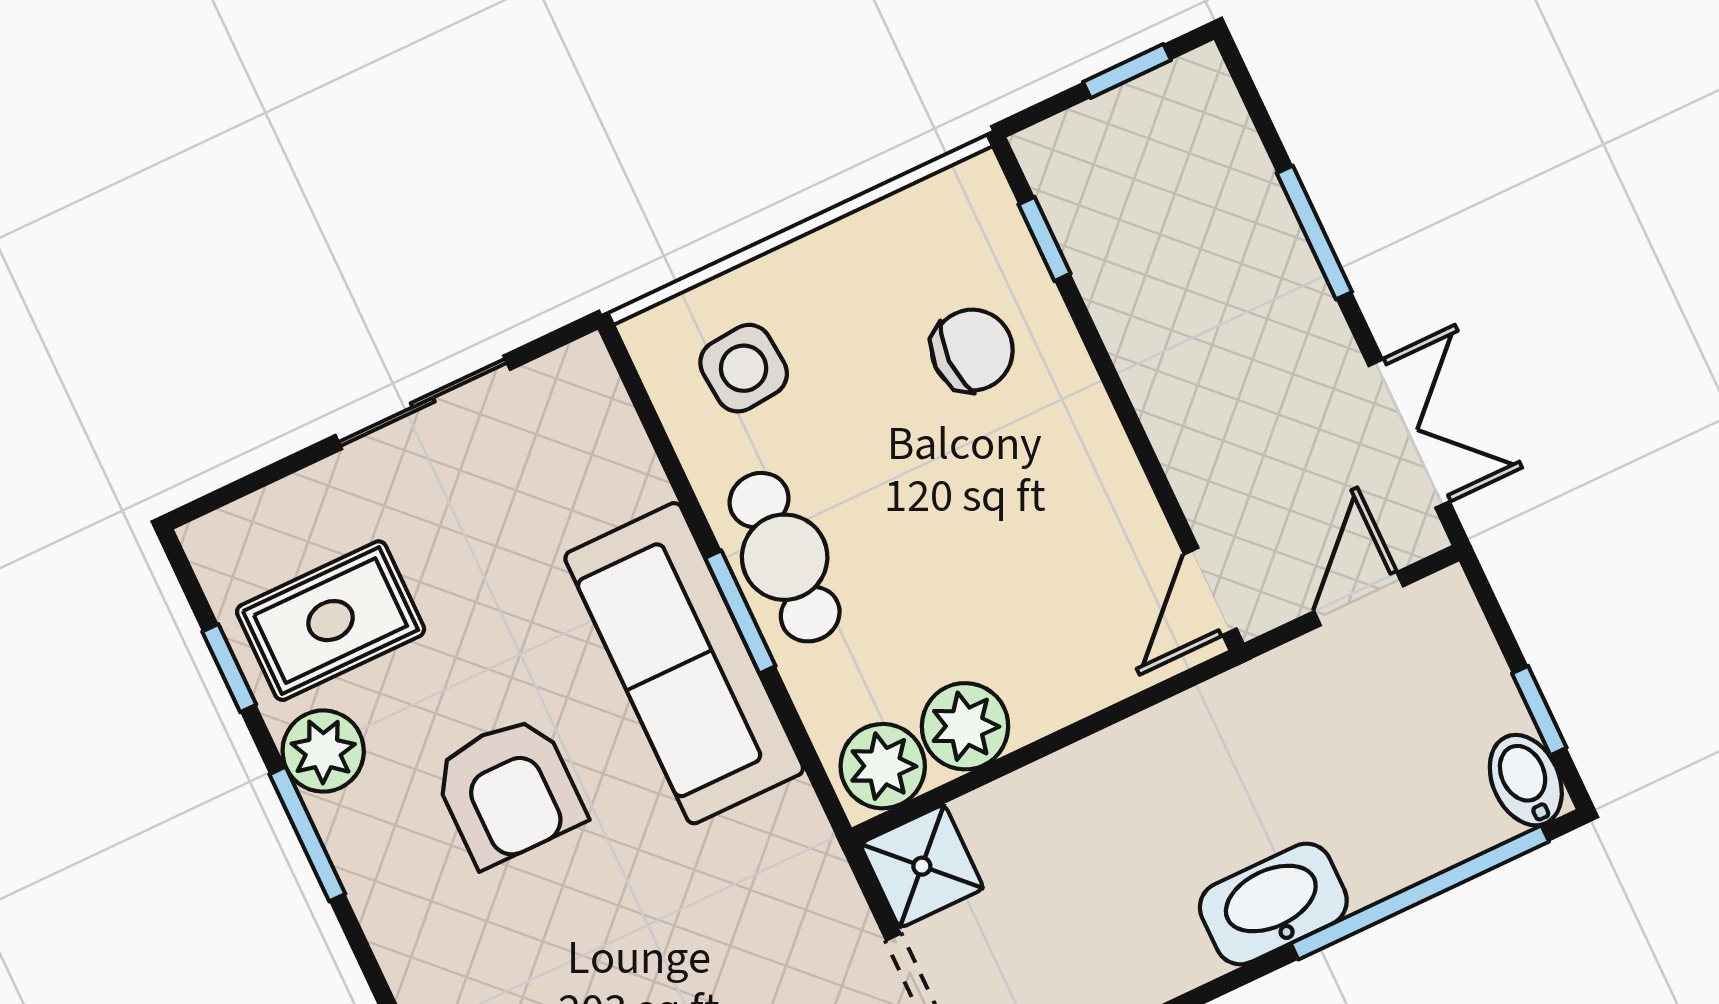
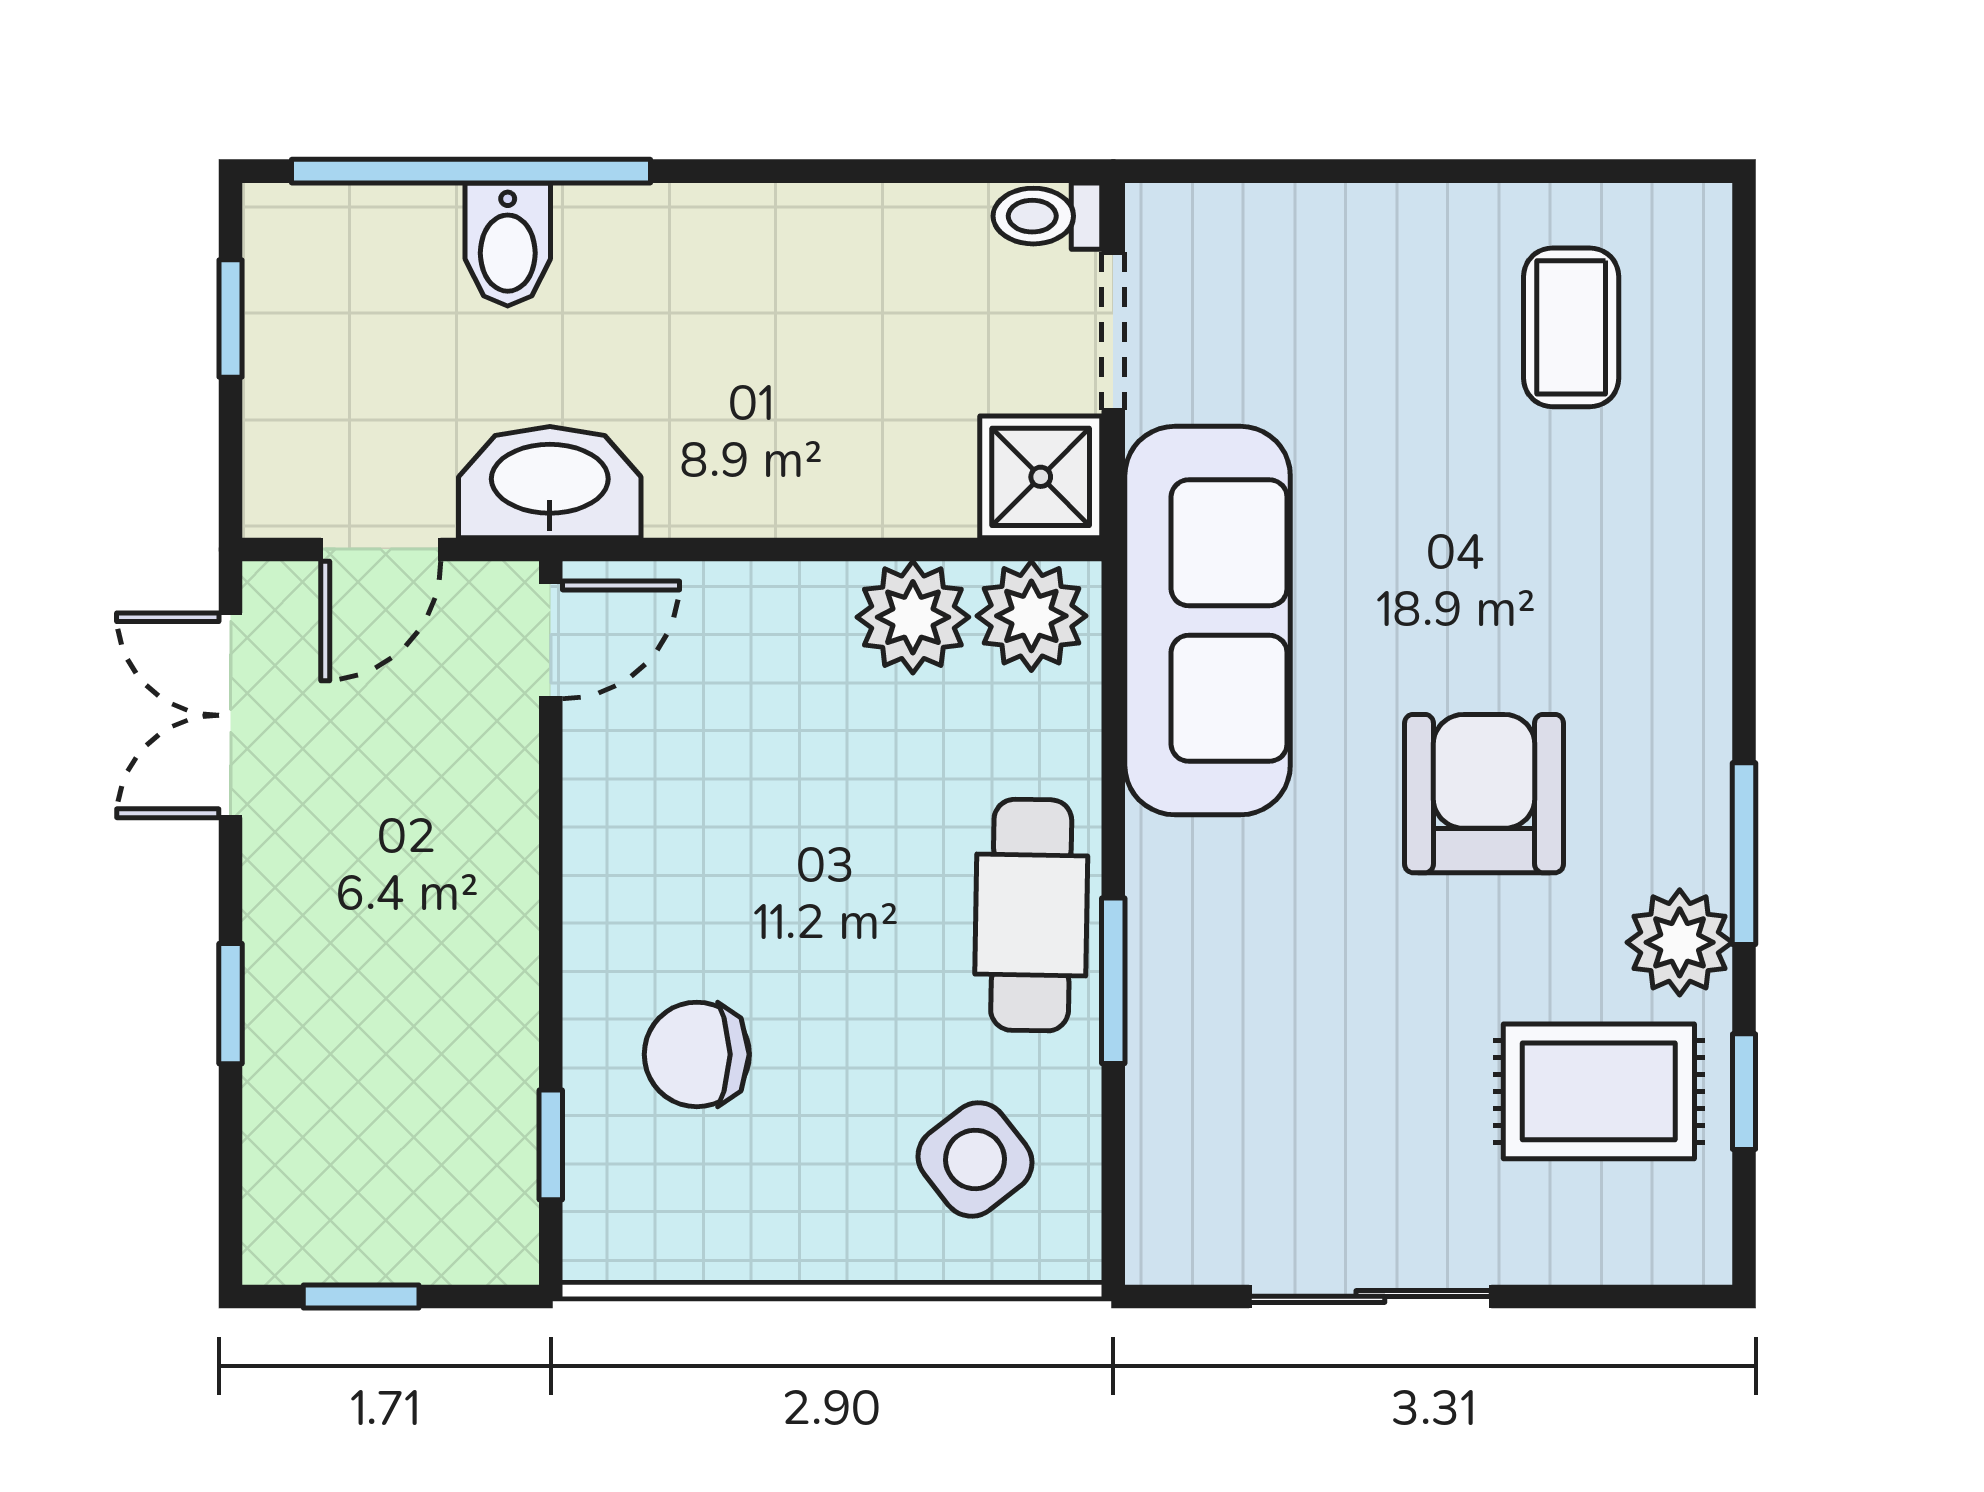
window: (1314, 232) -> (231, 1004), width x0.67
side table: (744, 368) -> (975, 1159), turned -33
window: (740, 612) -> (1113, 981), moved
sofa: (684, 663) -> (1208, 621), moved
bidet: (1526, 780) -> (508, 244), moved
washbasin: (1273, 904) -> (550, 482), moved, turned 180

